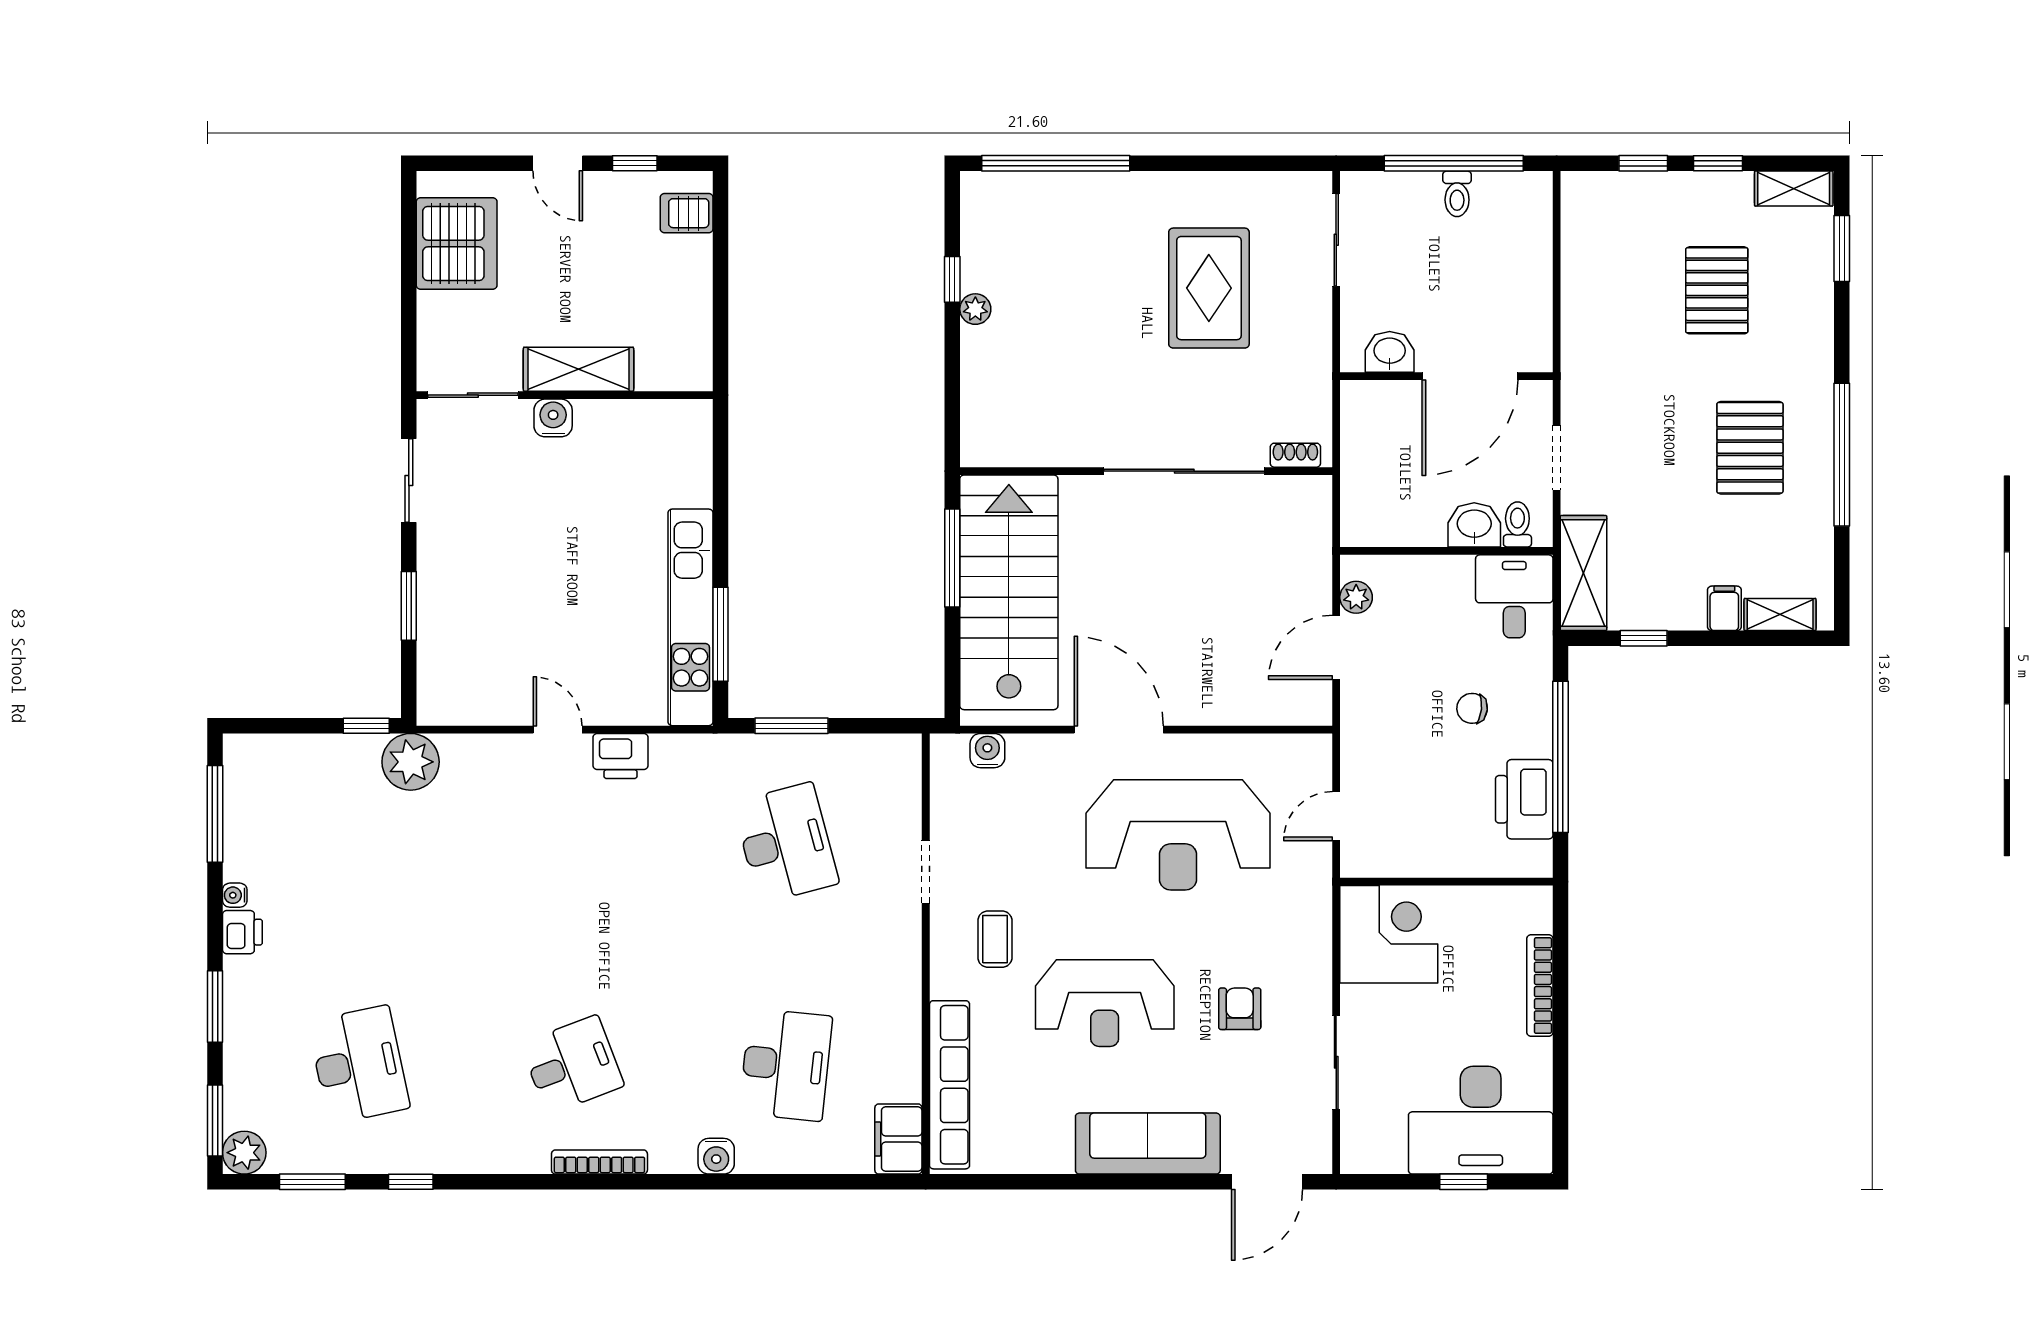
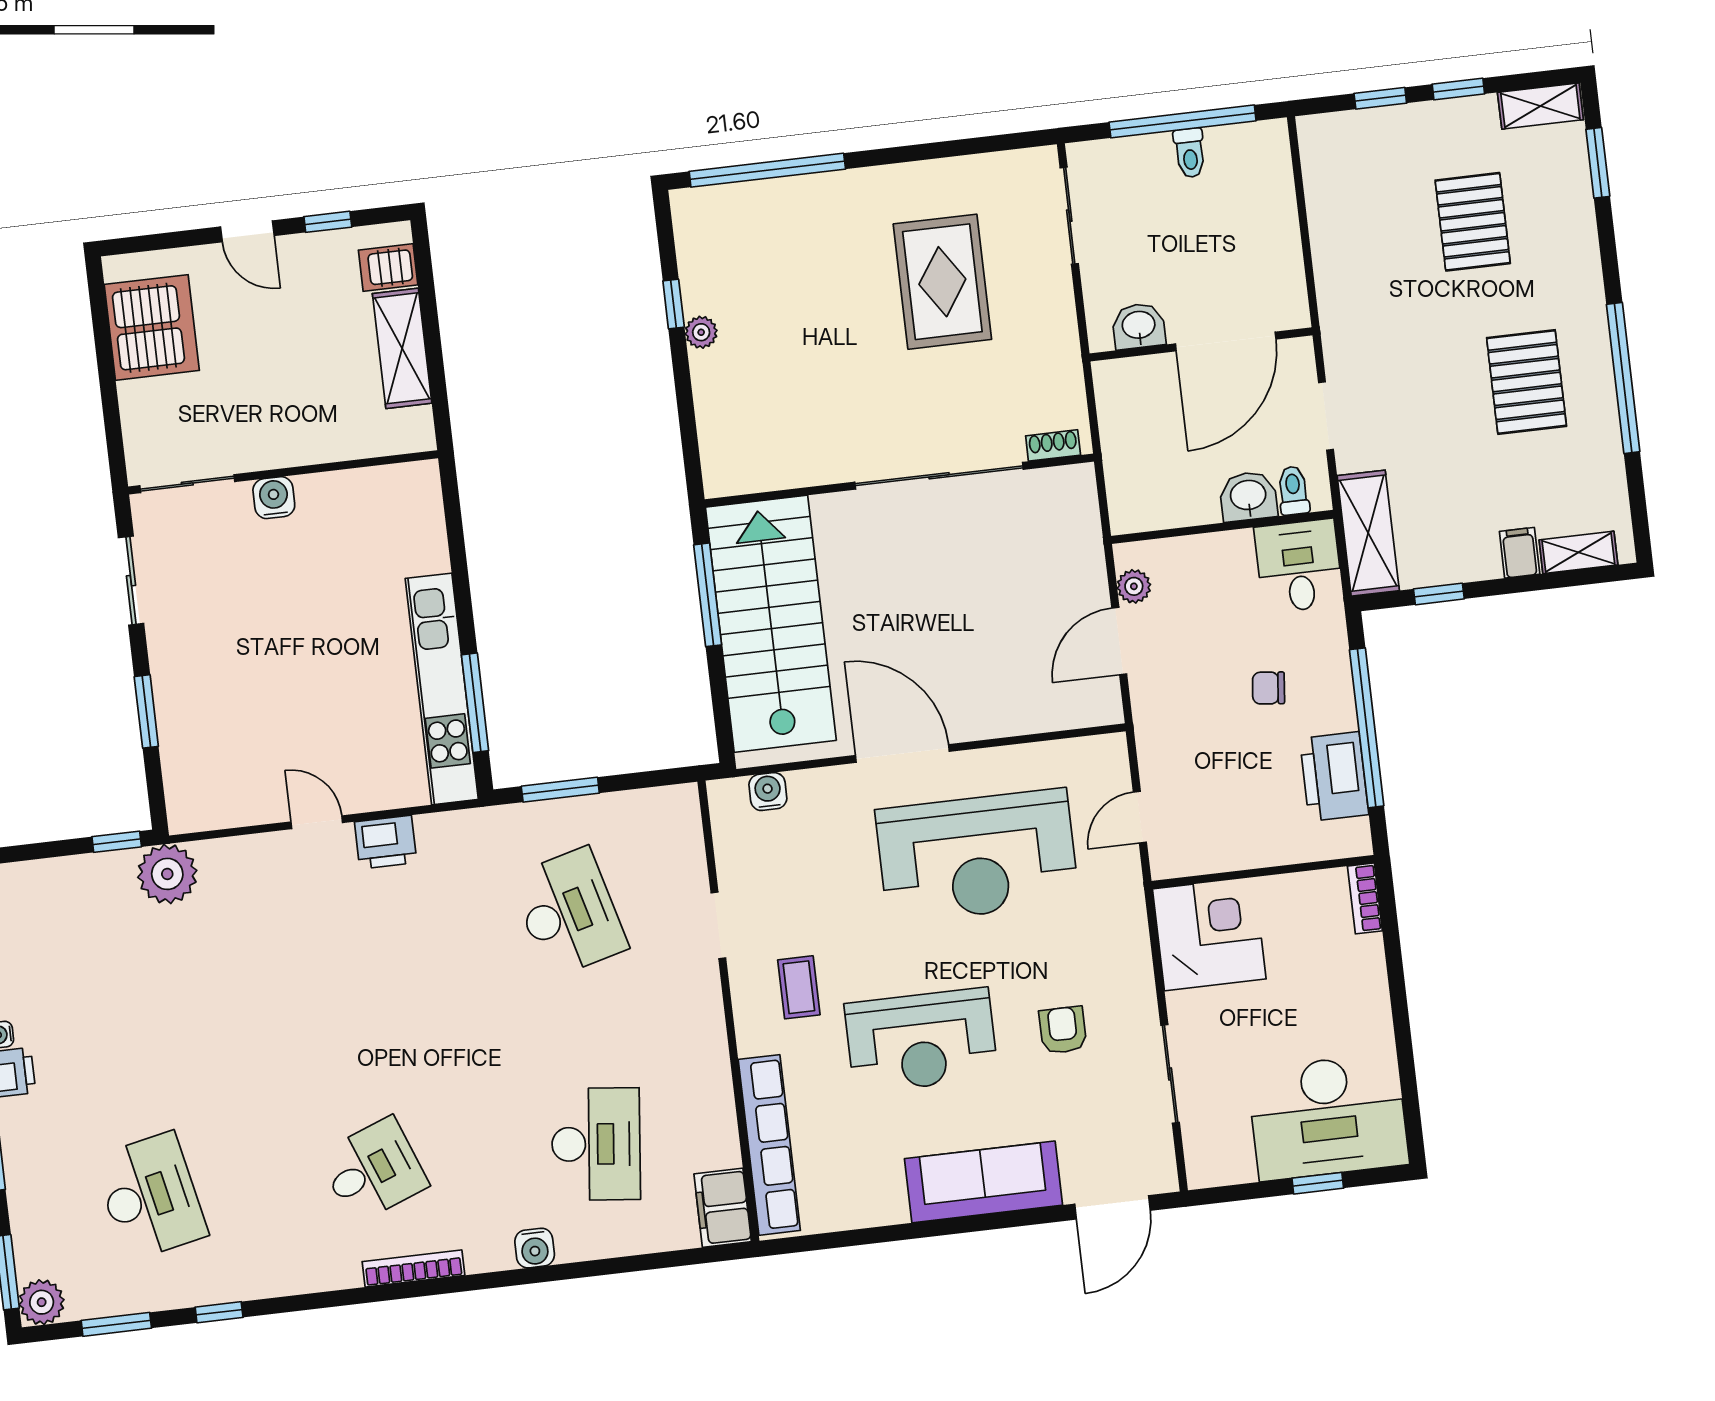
shelving: (579, 369) -> (402, 348), moved, turned 90
bookcase: (1540, 986) -> (1365, 898), moved, width x0.64

